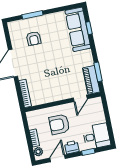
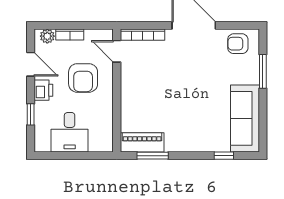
sofa: (78, 29) -> (245, 118), moved, turned -90
armchair: (34, 39) -> (238, 44), moved
door: (80, 98) -> (117, 51), moved
armchair: (59, 124) -> (83, 78), turned 180
desk: (97, 136) -> (70, 132), moved

